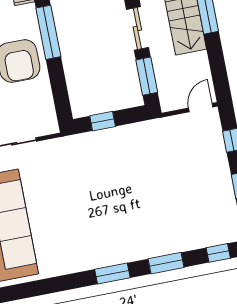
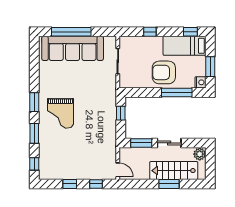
grand piano: (123, 225) -> (60, 113), added

